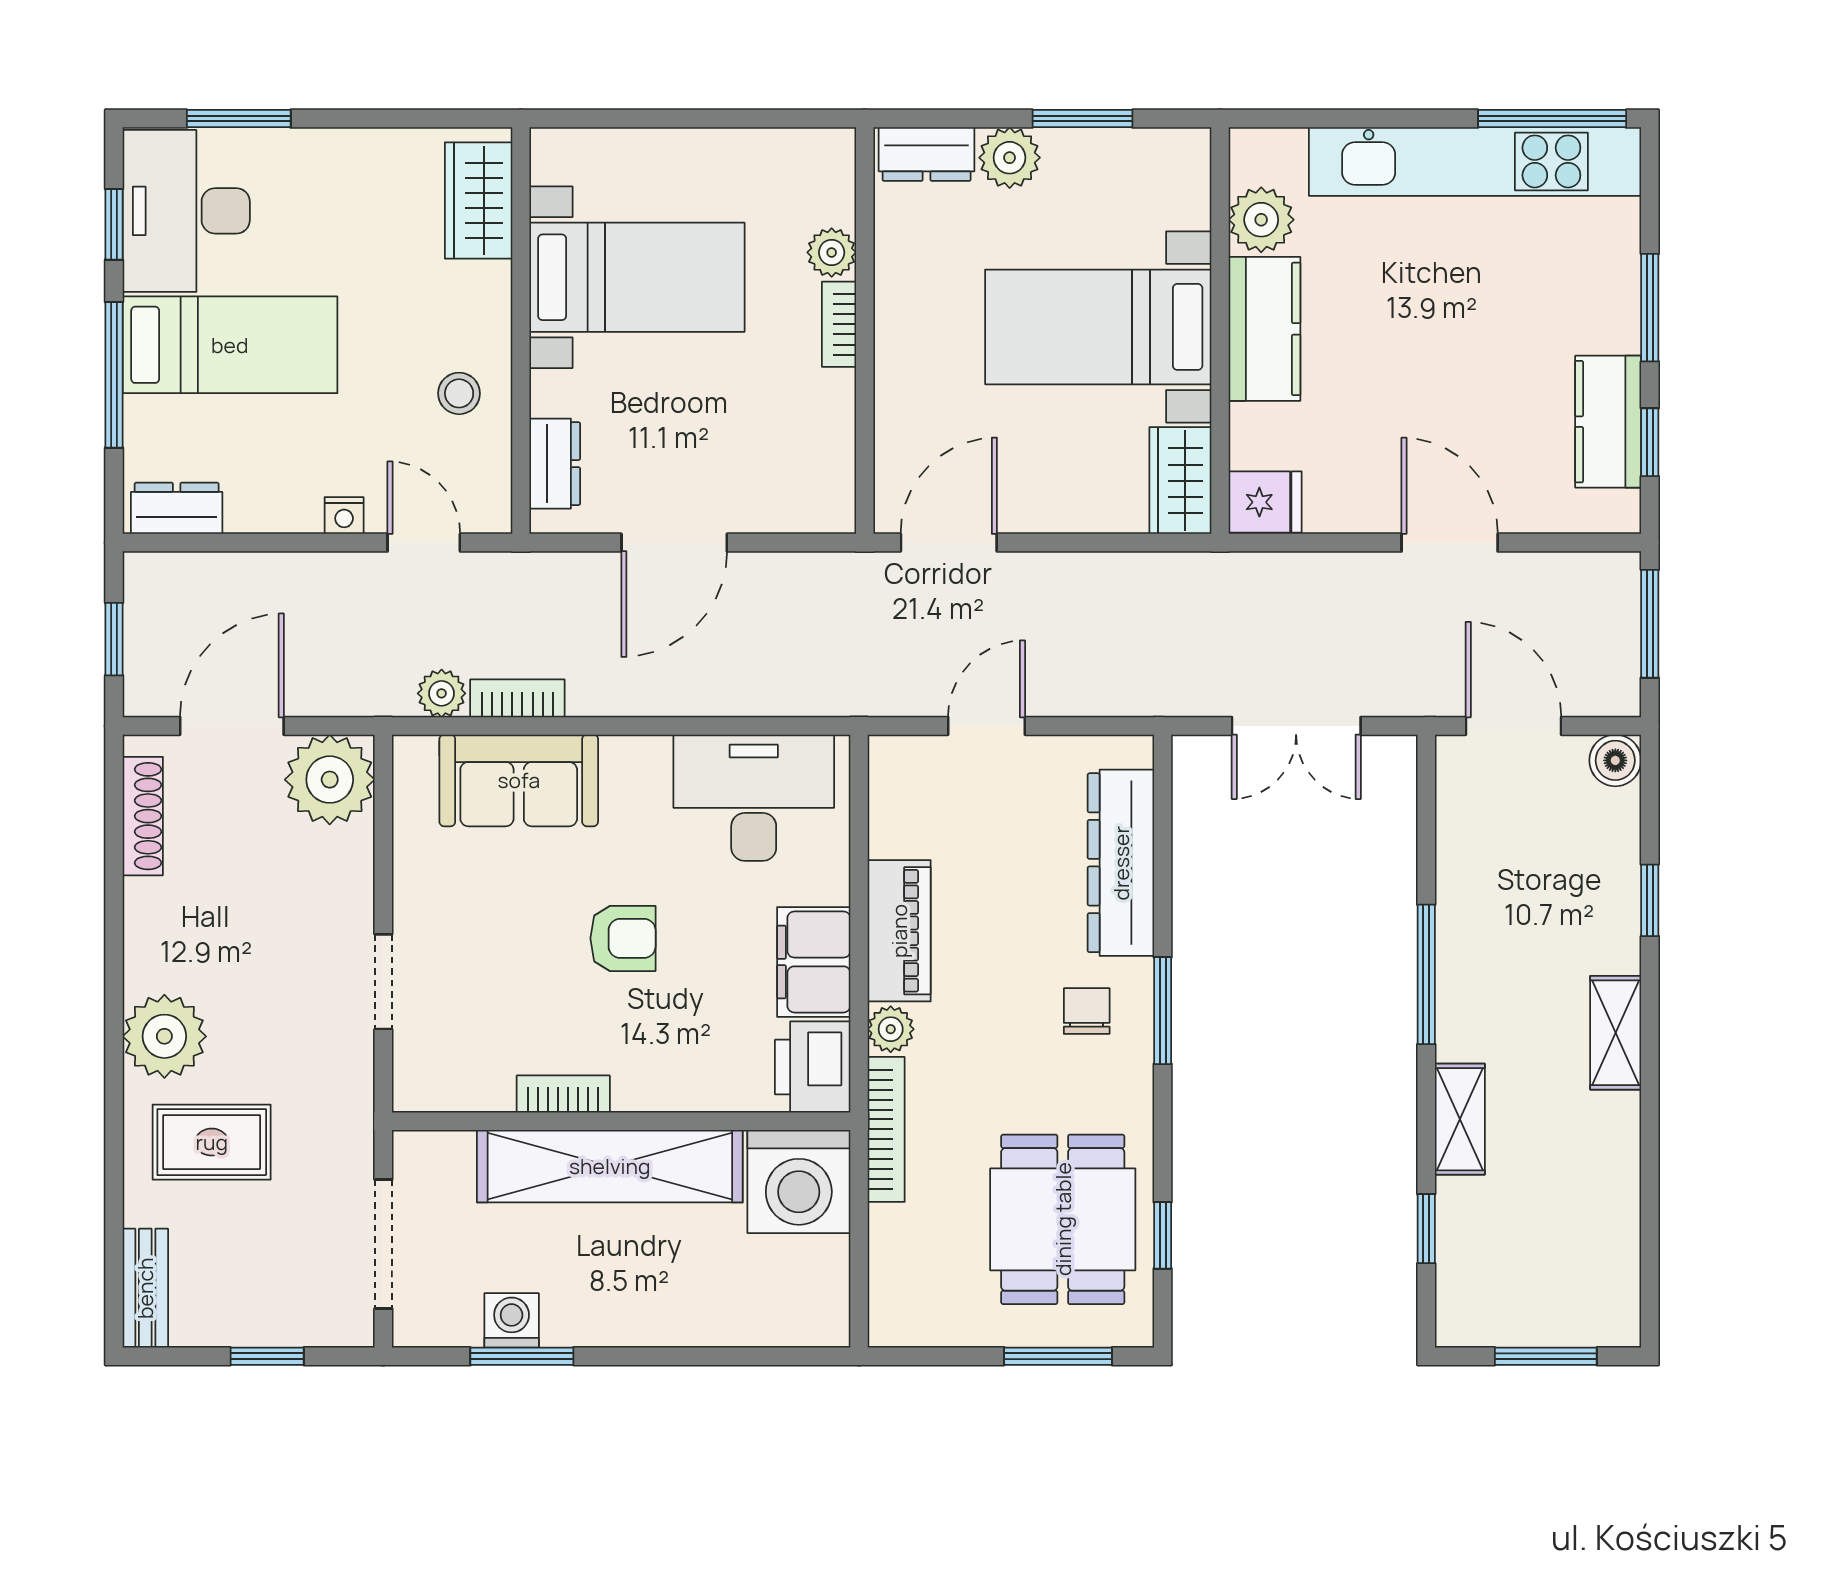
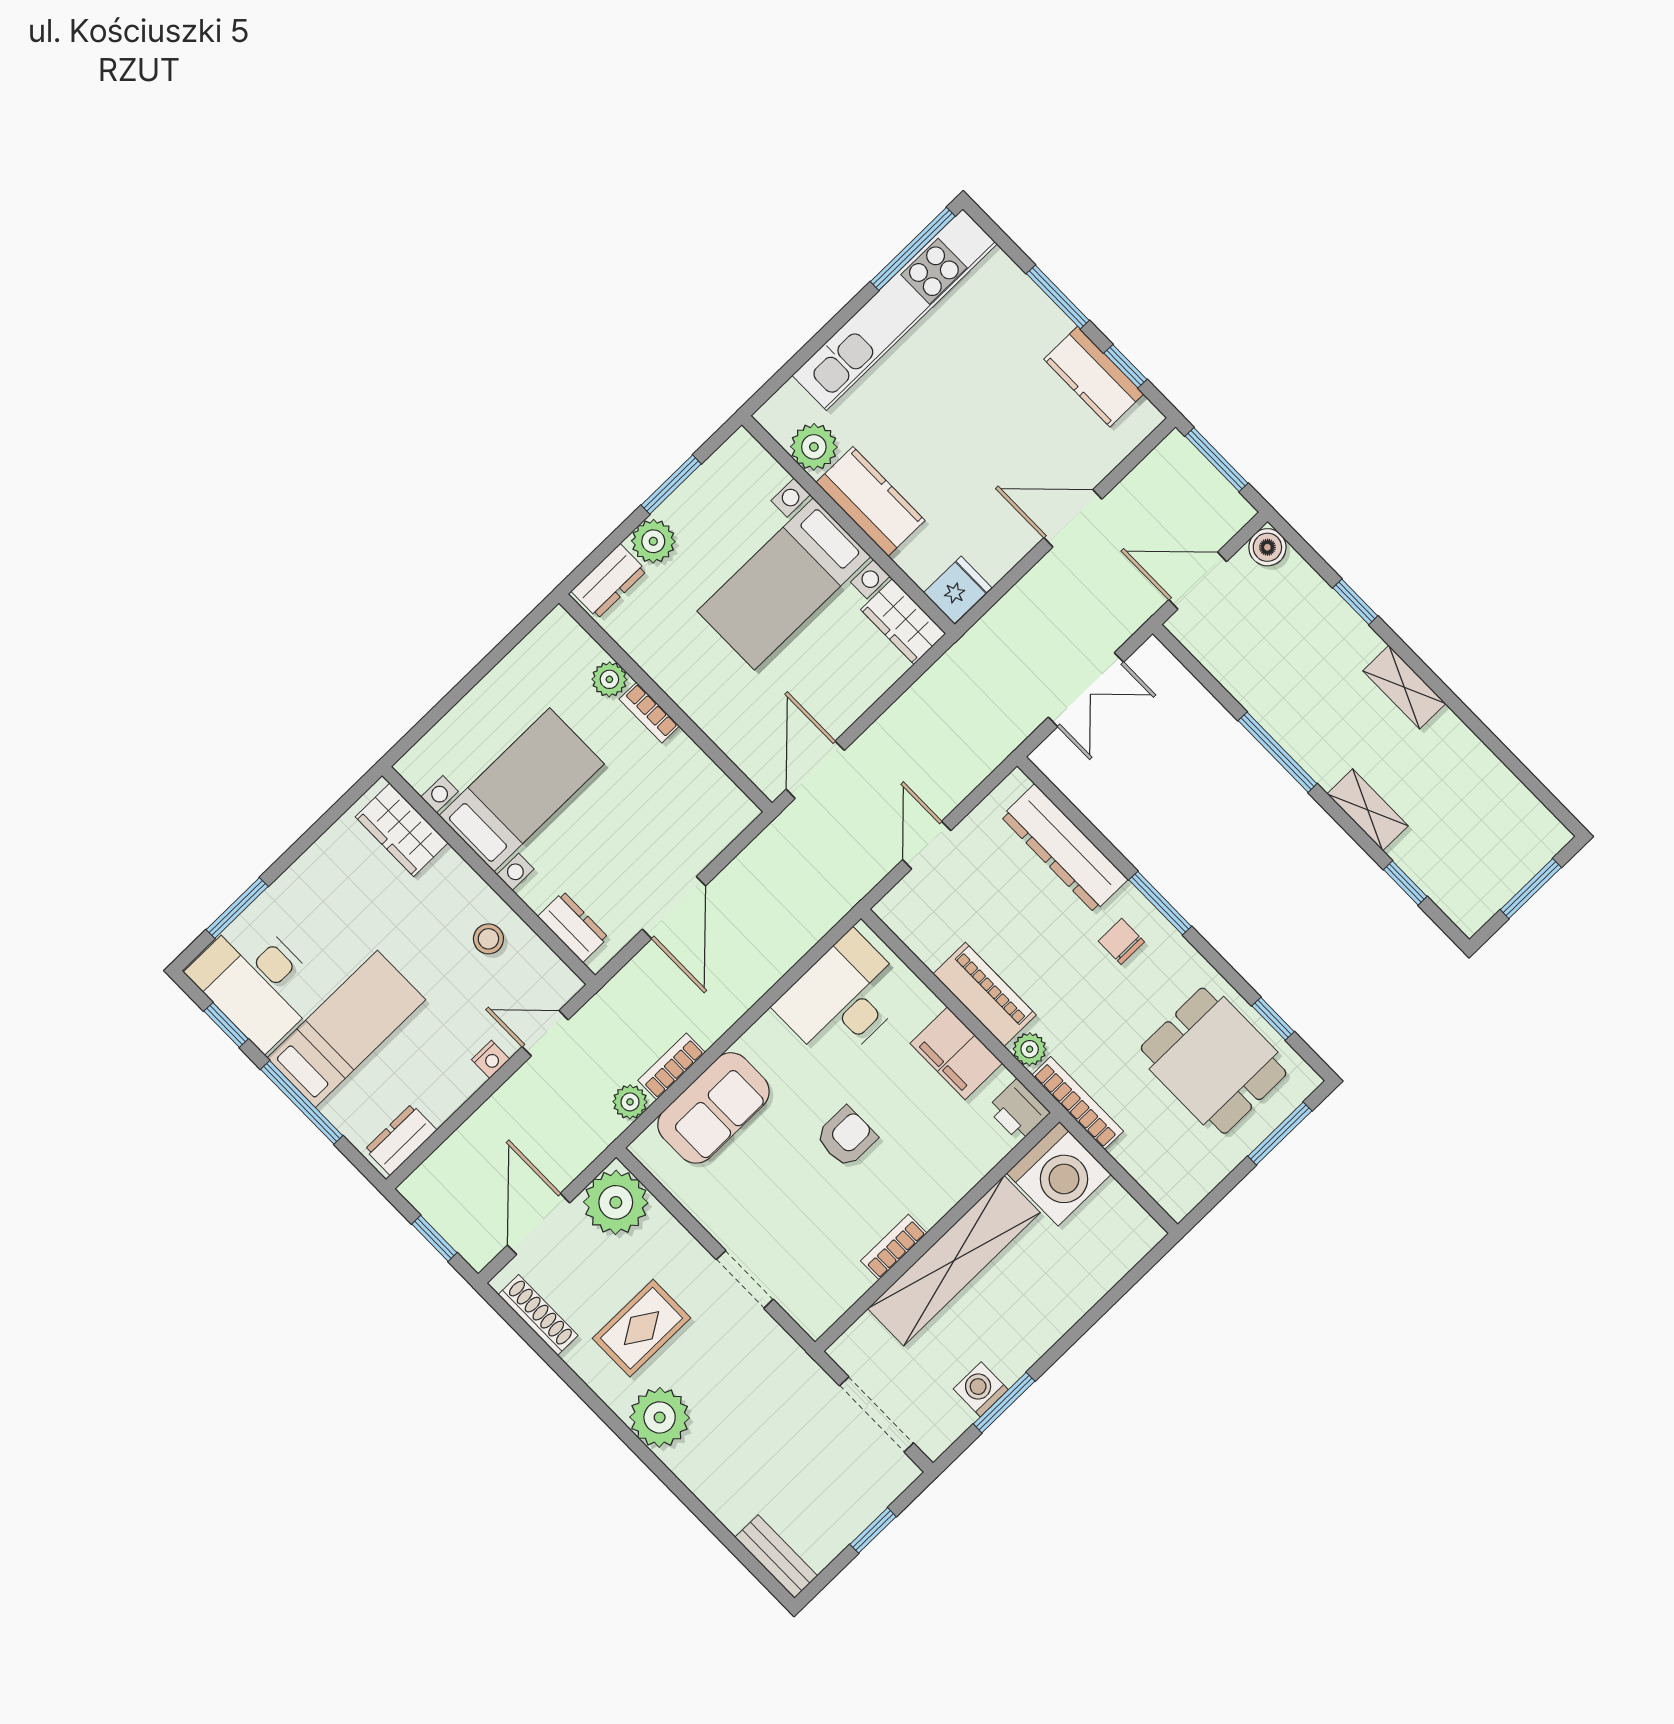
printer: (813, 1067) -> (1018, 1110), width x0.73, depth x0.81
rug: (212, 1142) -> (641, 1328), moved

